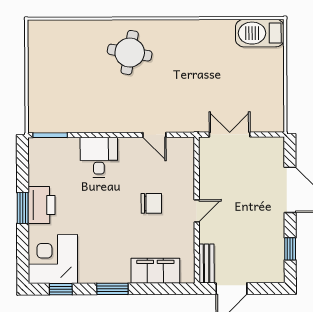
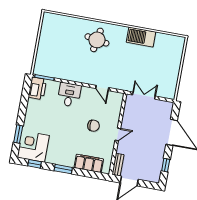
barbecue: (260, 33) -> (141, 37), moved
printer: (41, 205) -> (37, 88), moved
window: (23, 208) -> (18, 134), moved

